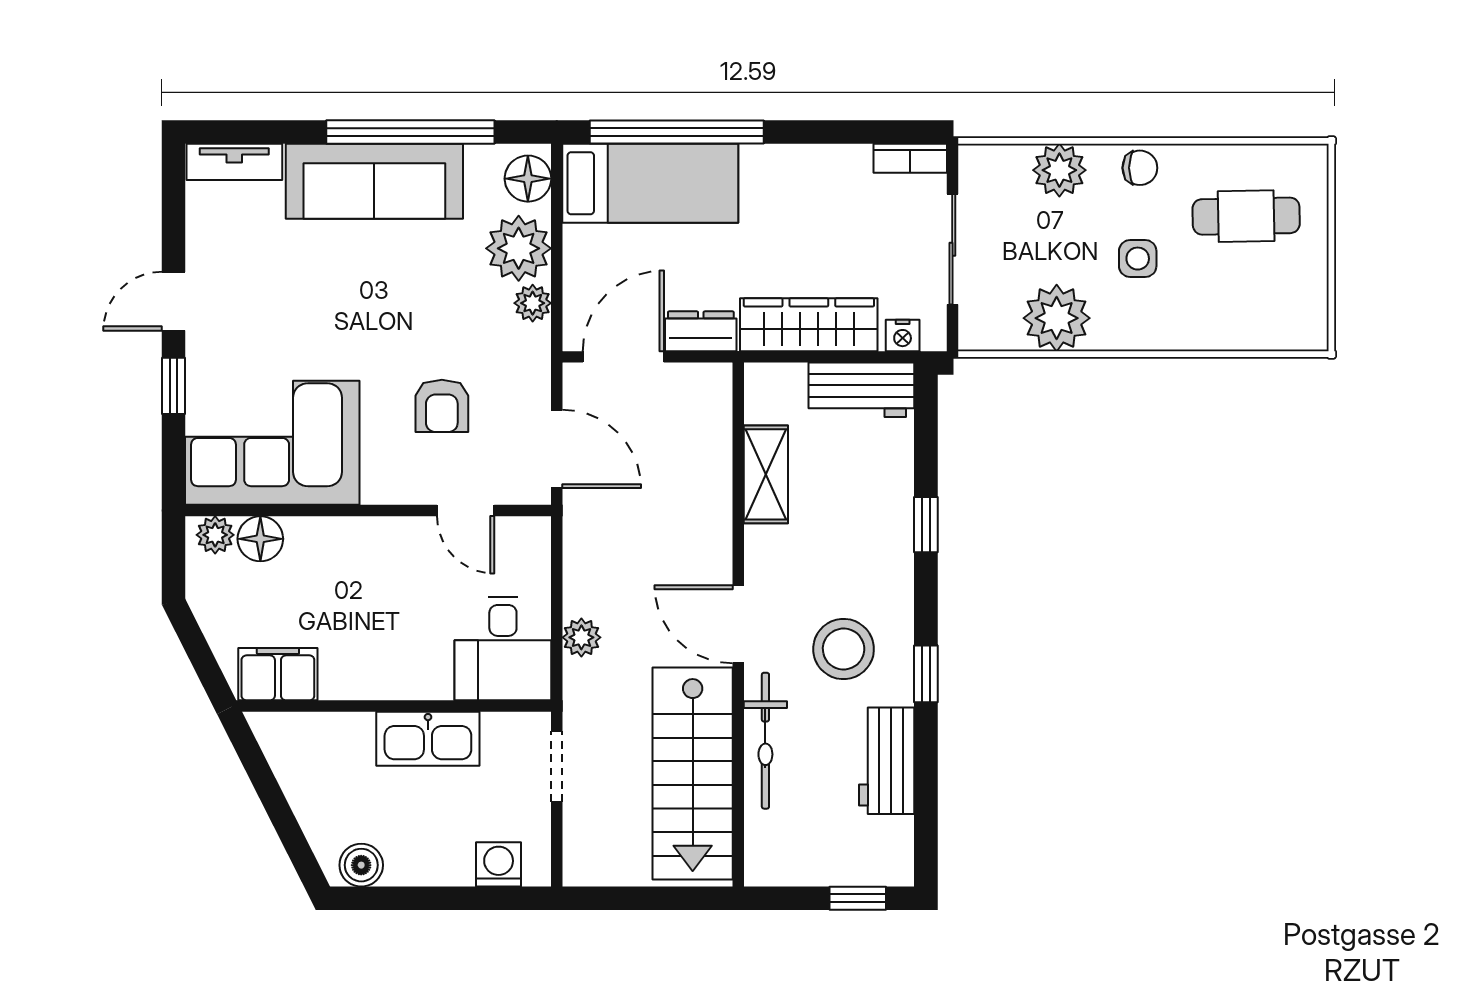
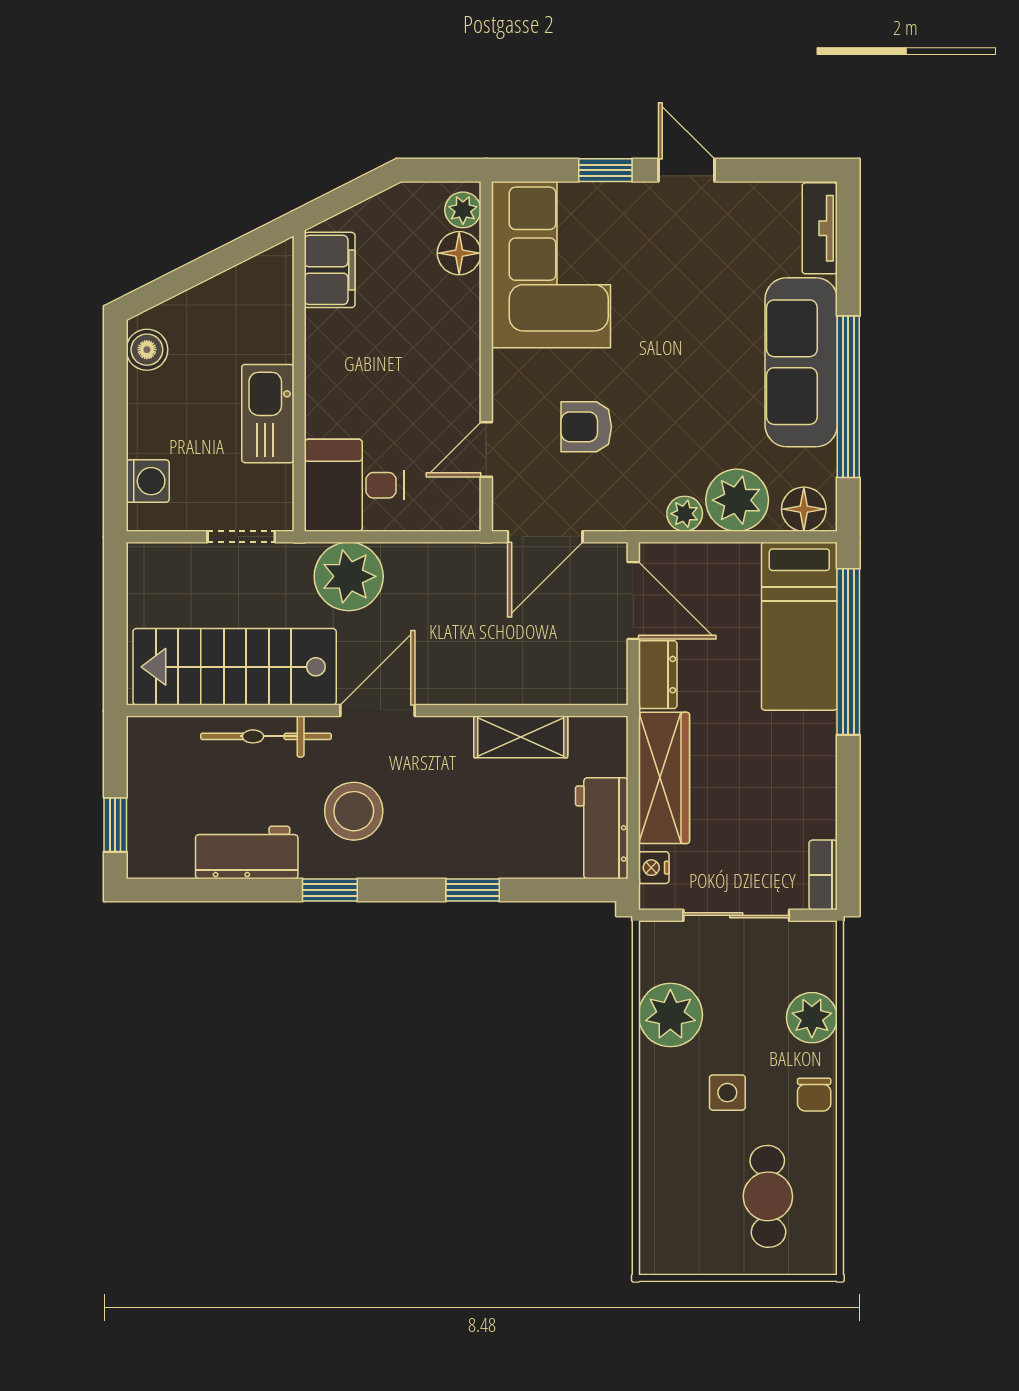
plant: (581, 637) -> (349, 576), width x1.87, depth x1.87

